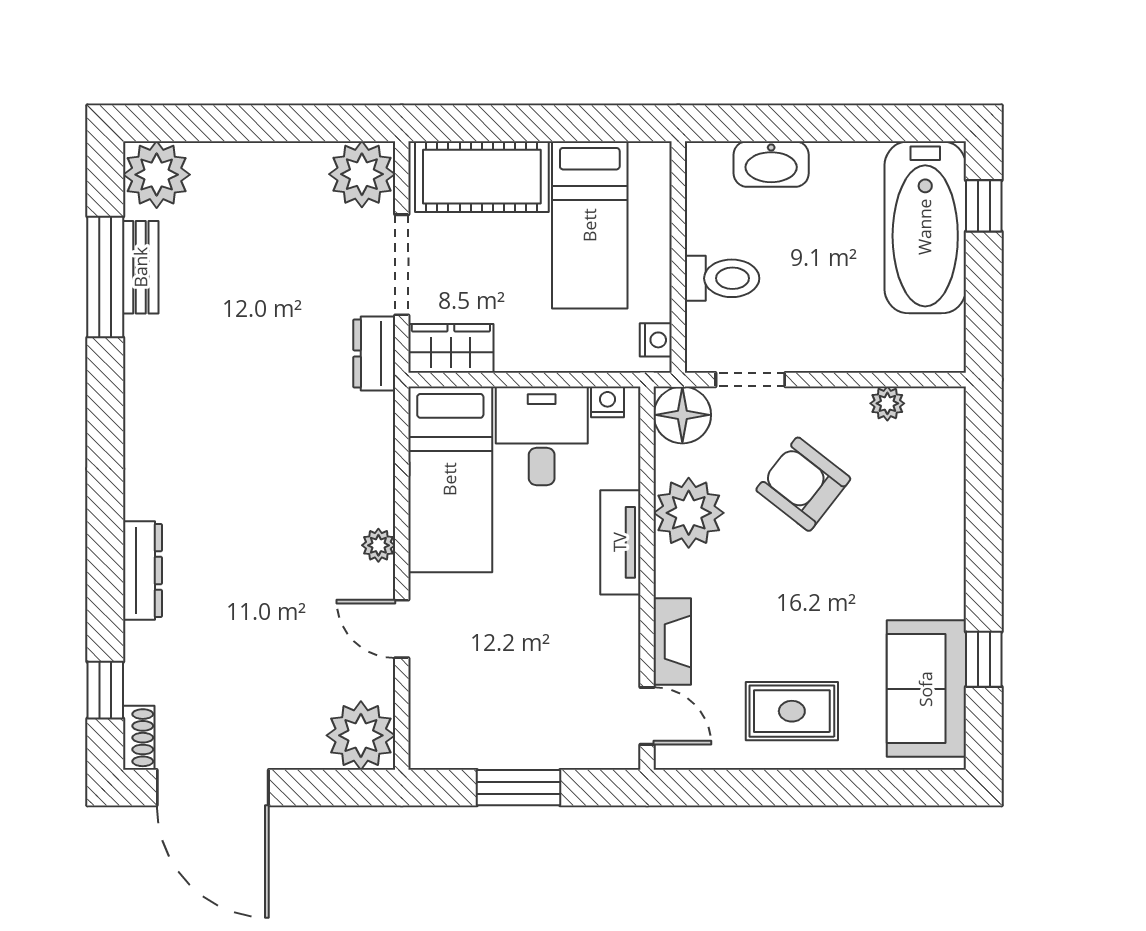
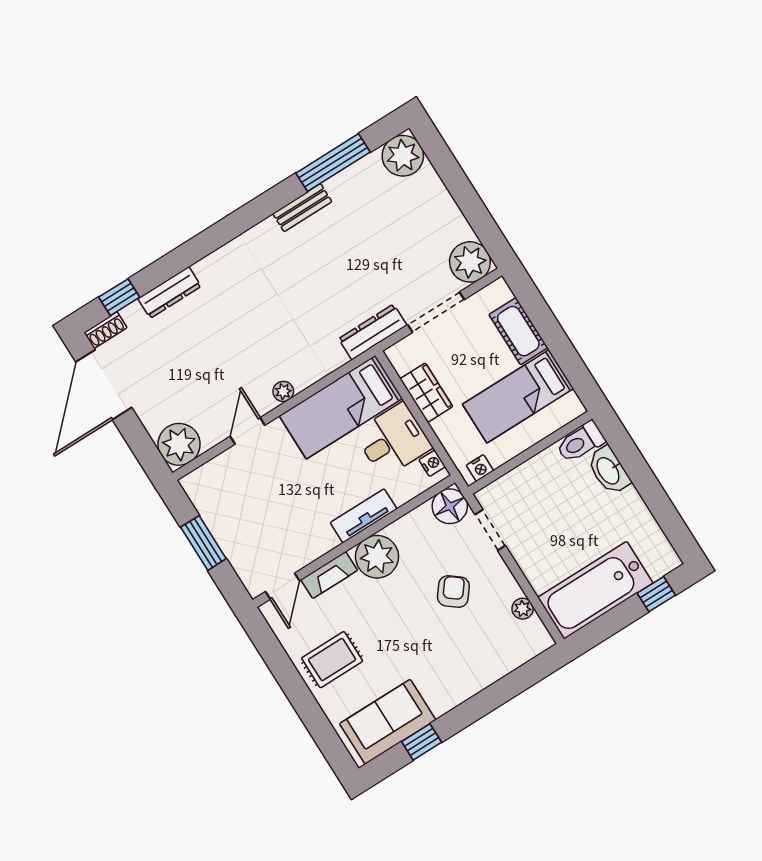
cot: (482, 177) -> (518, 331), width x0.73, depth x0.75
bathtub: (925, 227) -> (595, 590), moved
bench: (141, 267) -> (302, 208), moved
toilet: (722, 278) -> (581, 442), moved, turned 90
wardrobe: (451, 348) -> (426, 393), moved
dresser: (374, 354) -> (373, 332), width x1.44
armchair: (803, 484) -> (453, 591), width x0.72, depth x0.72
plant: (689, 513) -> (377, 557), moved
dresser: (142, 570) -> (169, 292), moved
rug: (792, 711) -> (332, 660), turned 90

